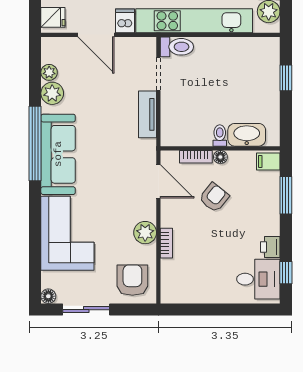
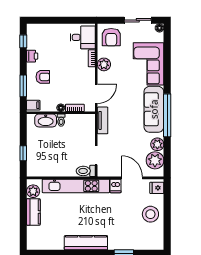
plant: (49, 72) -> (155, 160), width x1.88, depth x1.88
tv unit: (147, 114) -> (103, 120), moved
door: (158, 181) -> (96, 94), swing flipped
armchair: (214, 197) -> (43, 77), moved, turned -129
desk: (258, 279) -> (83, 37), moved, turned 180

